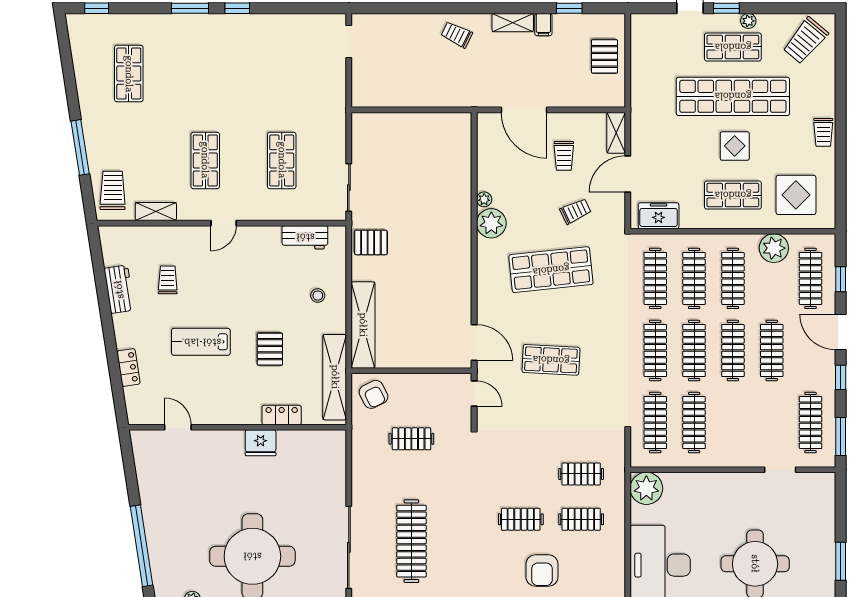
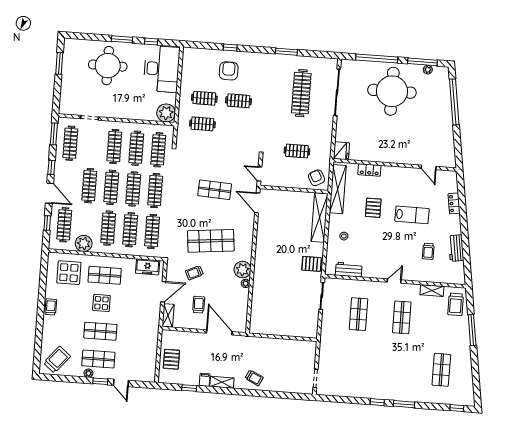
shop shelf: (733, 96) -> (100, 331), width x0.50, depth x0.74
clothes rail: (733, 423) -> (114, 147), added
fridge: (261, 443) -> (341, 151), moved, turned 90

